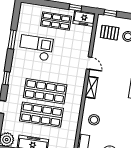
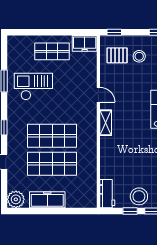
window: (75, 8) -> (72, 32), removed
stool: (94, 120) -> (115, 160), removed

